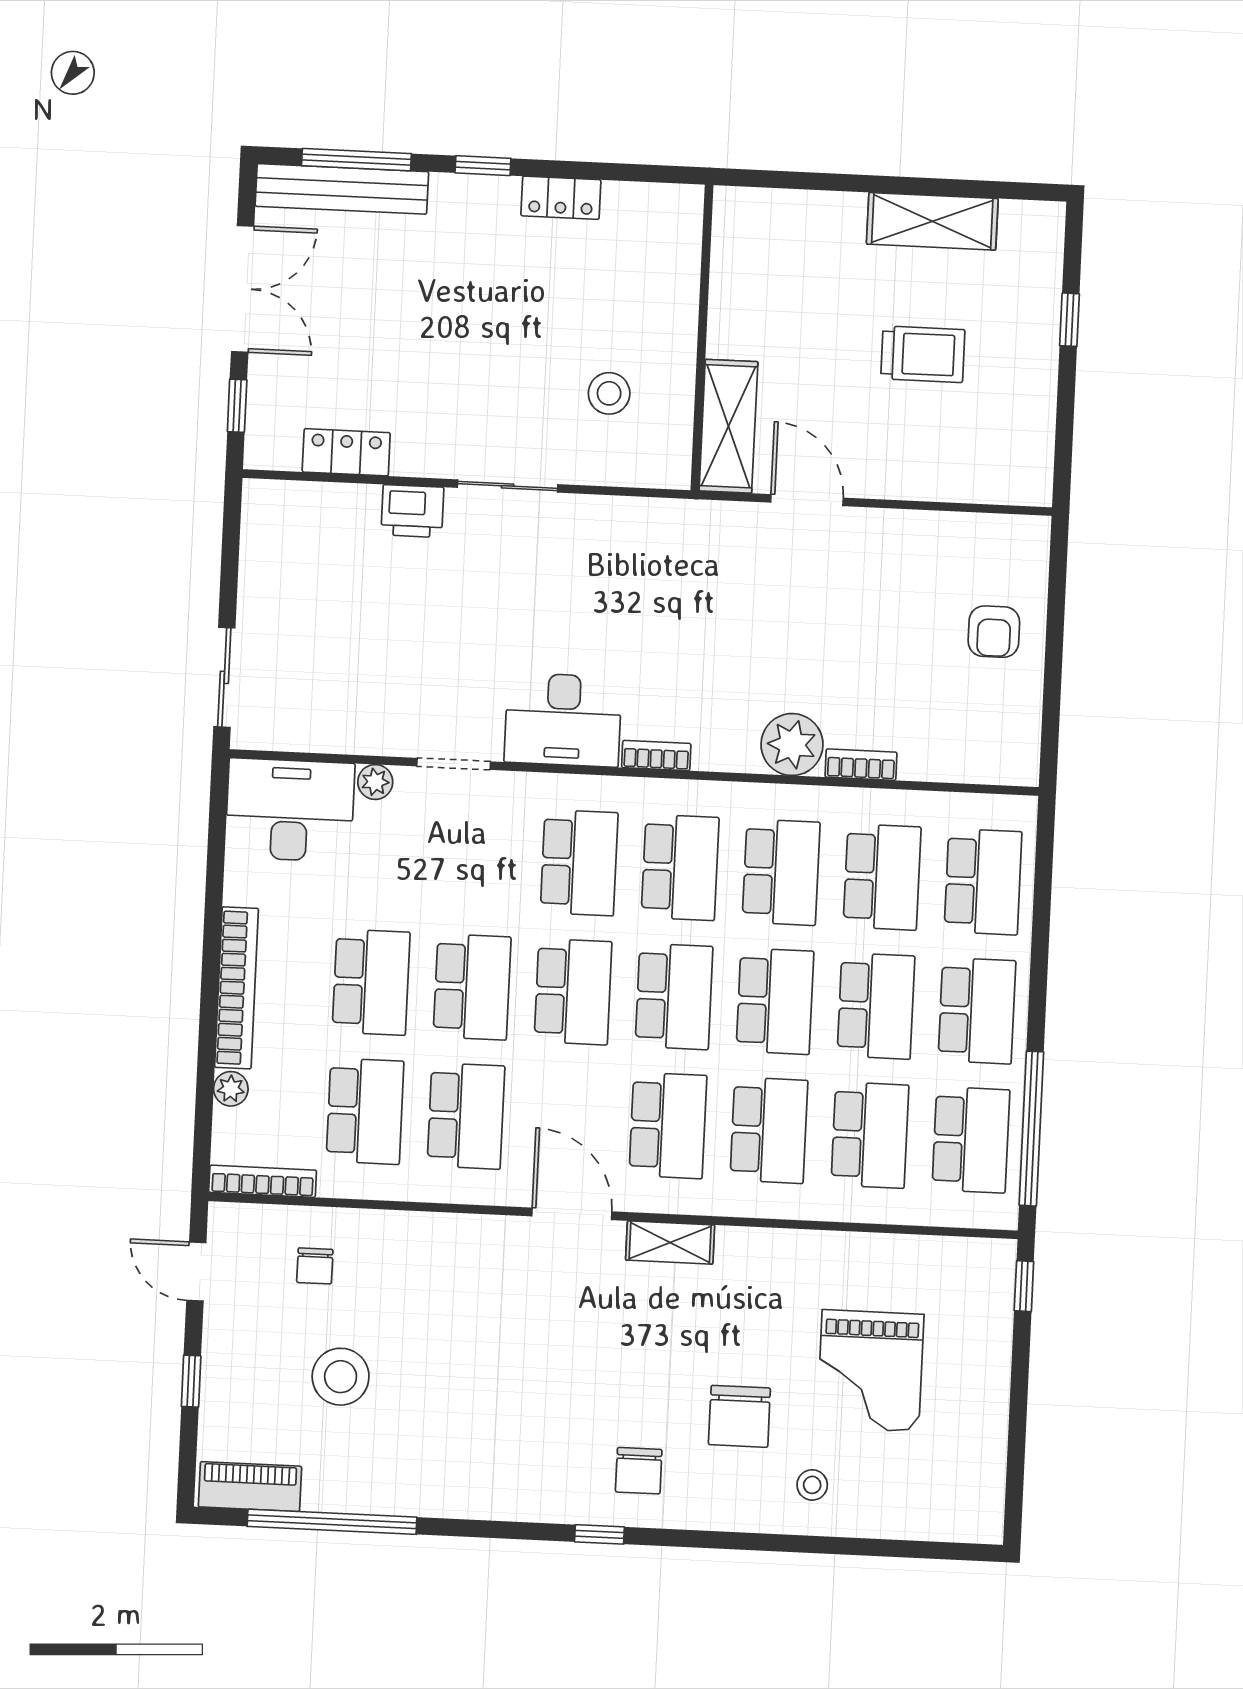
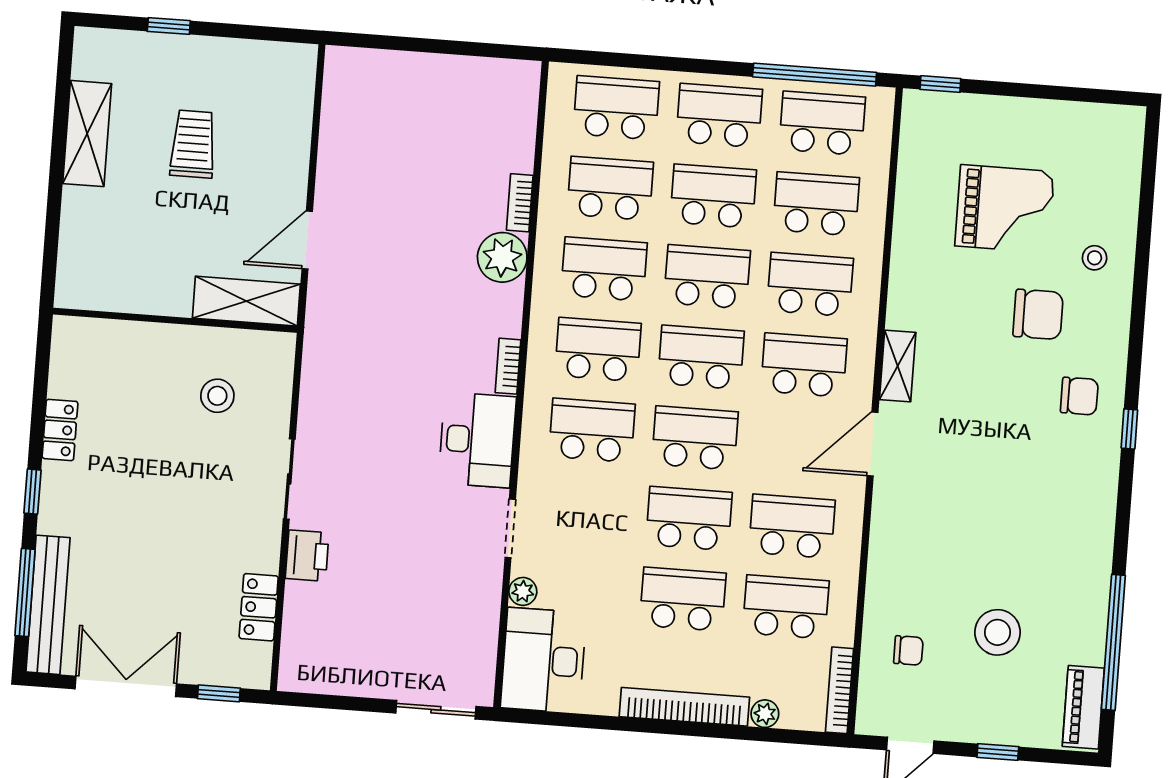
armchair: (994, 632) -> (416, 93), removed

